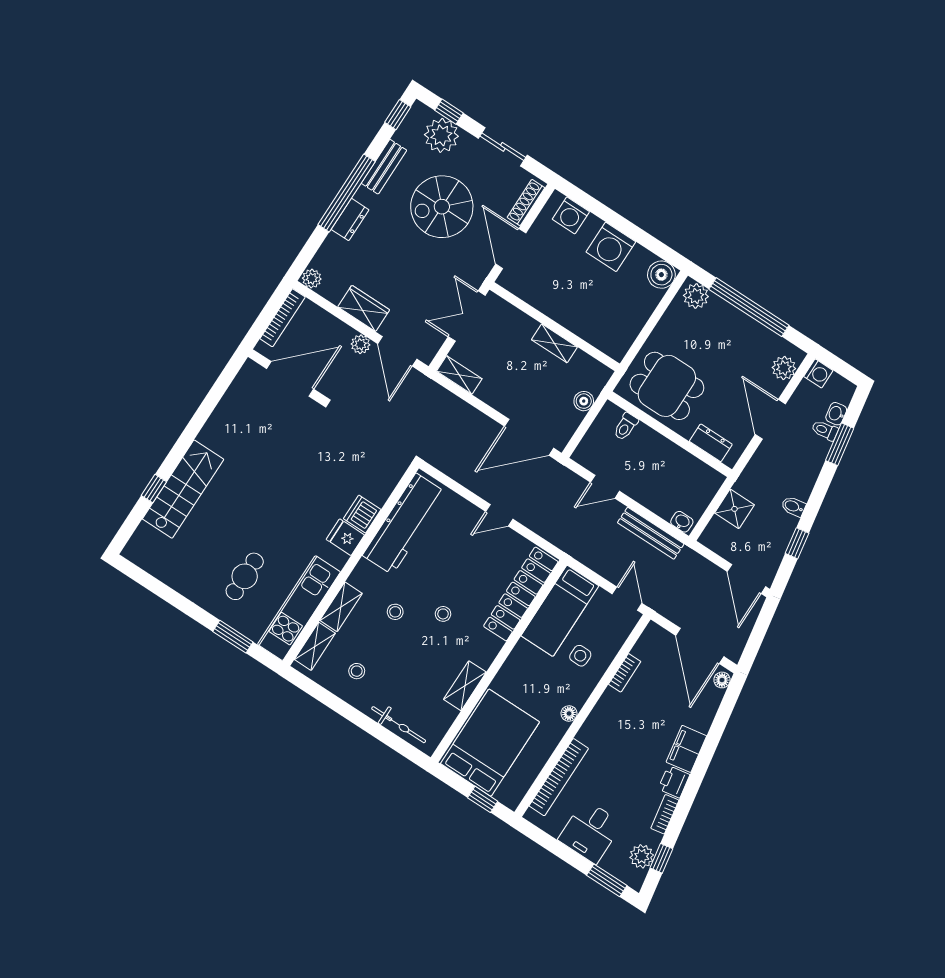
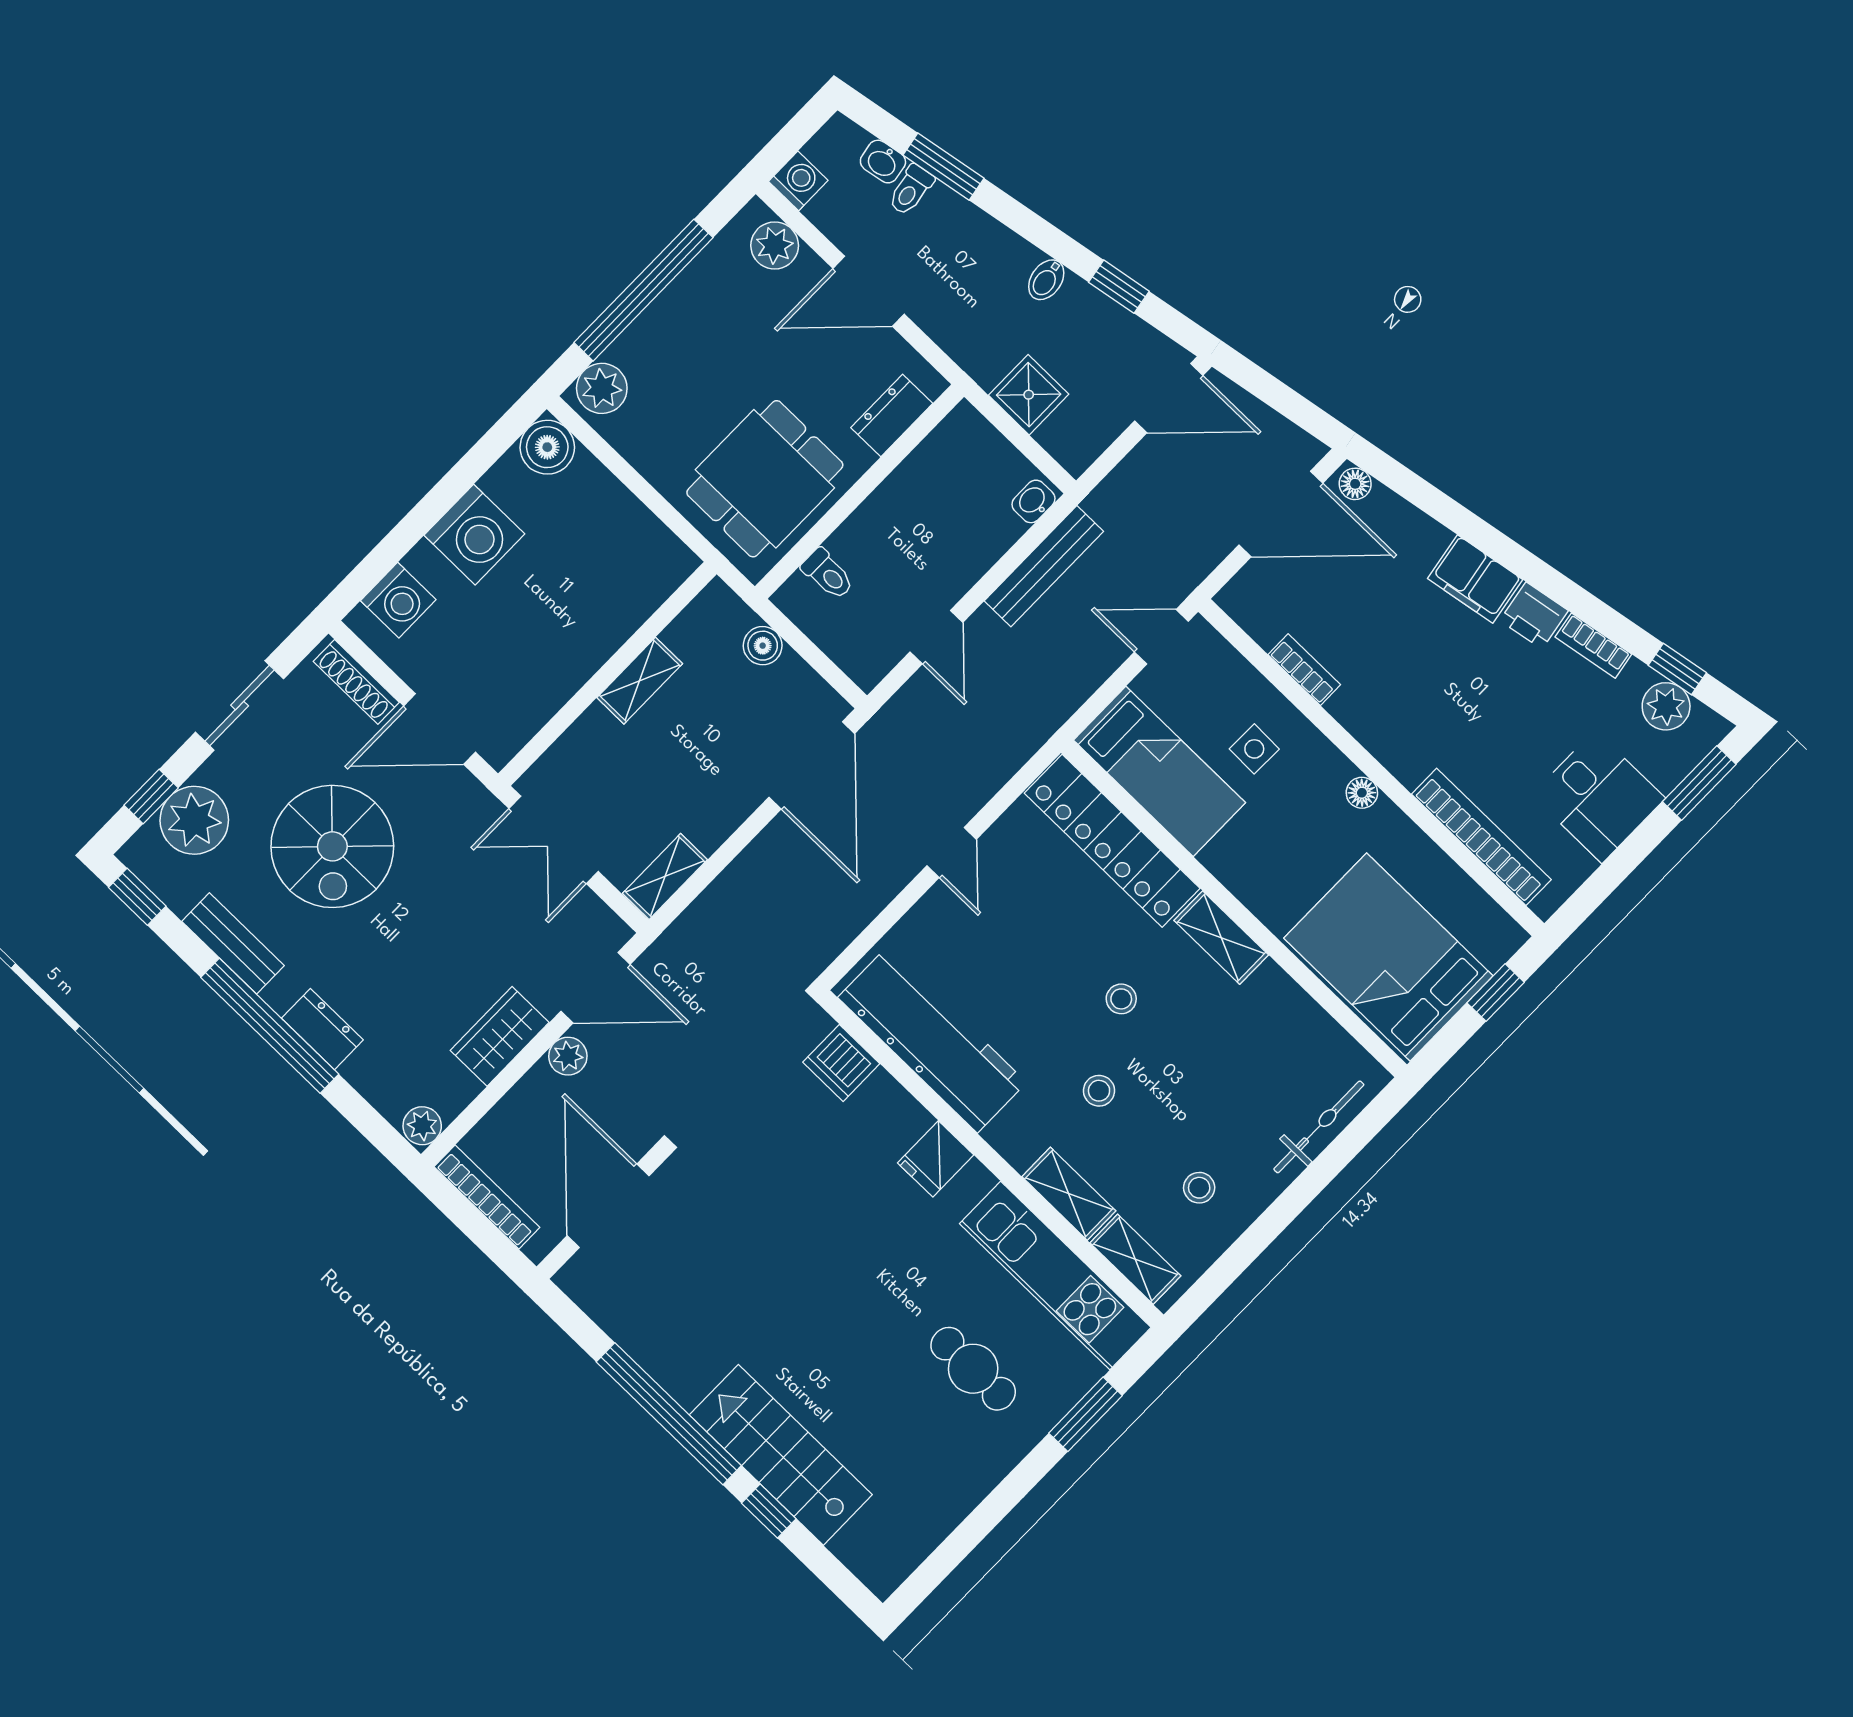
window: (193, 429) -> (669, 1414), added
dishwasher: (362, 514) -> (841, 1063), moved
shelving: (465, 686) -> (1221, 938), moved

